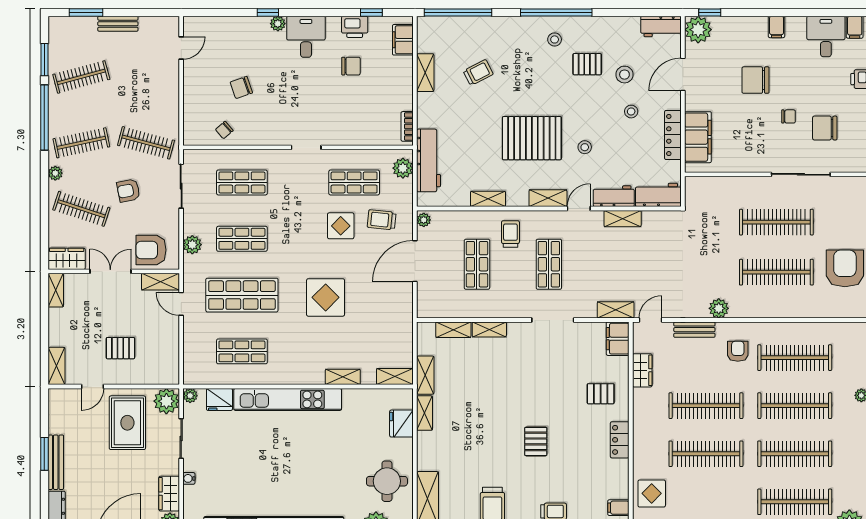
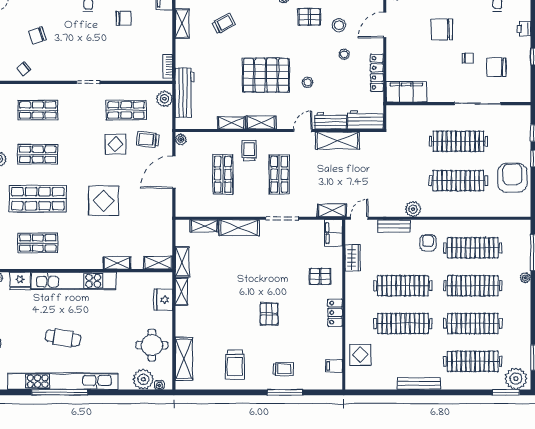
filing cabinet: (698, 137) -> (406, 92), moved, turned -90
shelving: (548, 198) -> (261, 122), moved
shelving: (623, 219) -> (337, 141), width x1.50, depth x1.33
shelving: (489, 329) -> (239, 228), width x1.50, depth x1.33
cafe table: (274, 472) -> (63, 338), added

